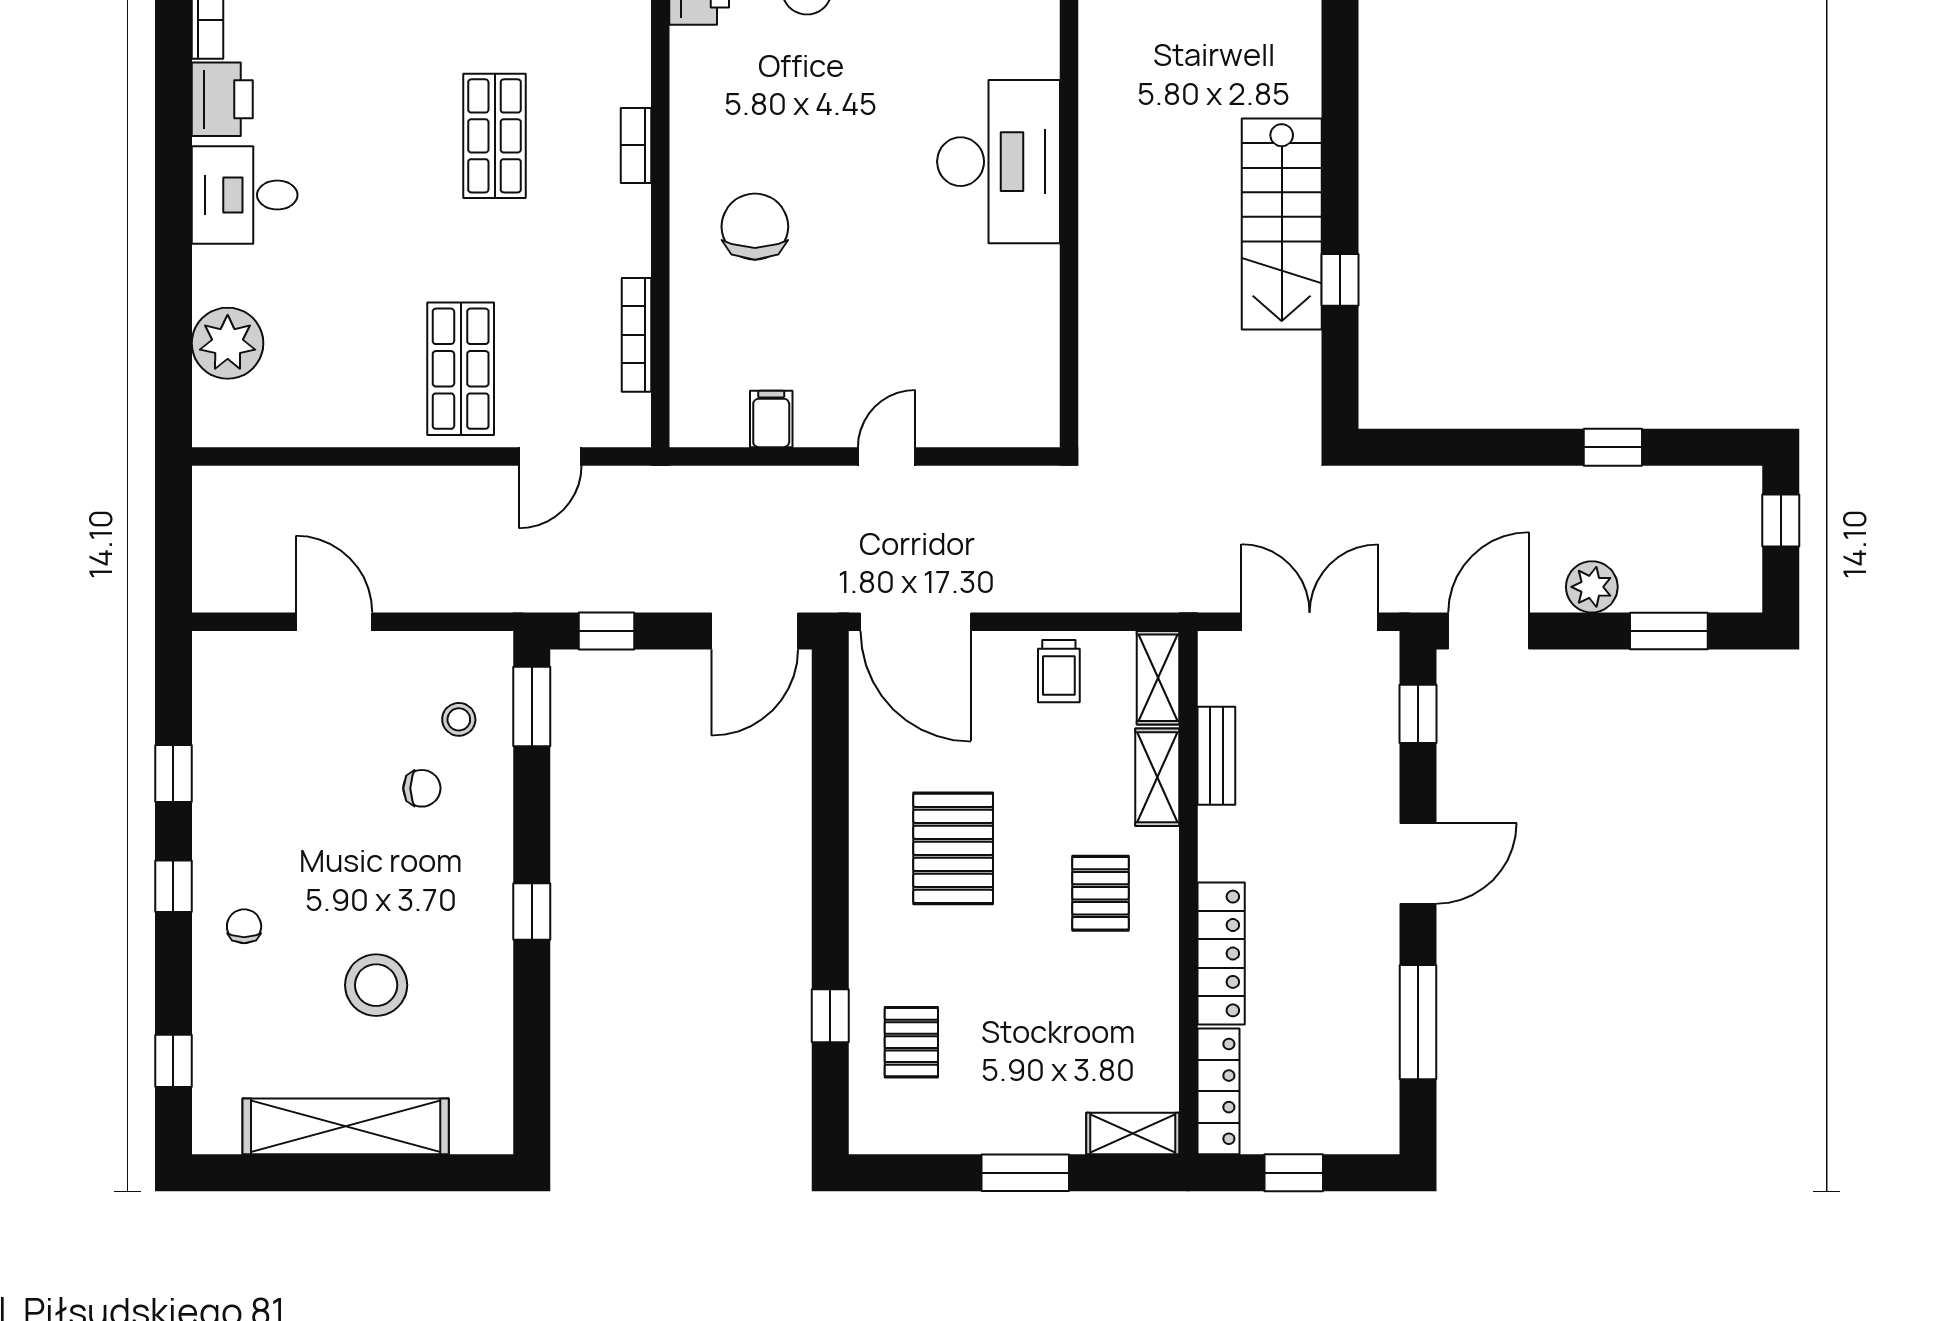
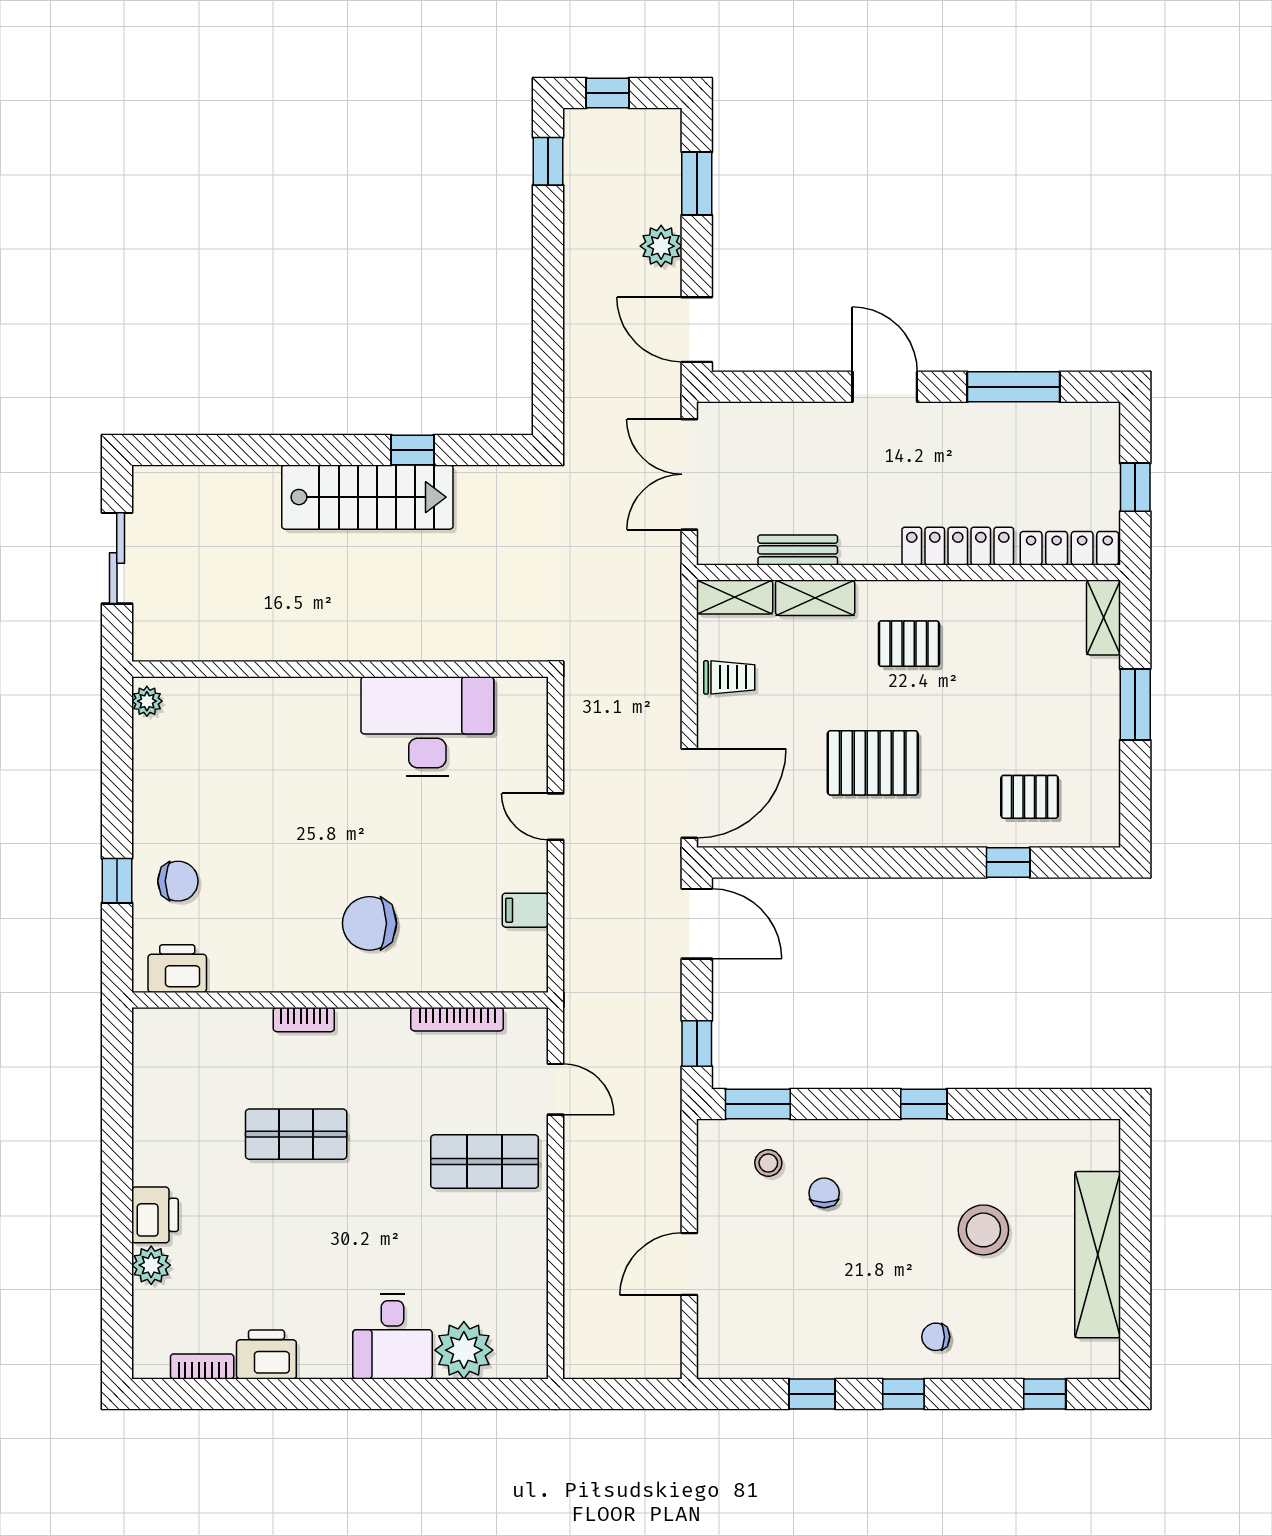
desk: (999, 162) -> (427, 726), moved
desk: (245, 195) -> (392, 1336), moved
window: (1613, 447) -> (548, 161), moved
window: (1418, 714) -> (764, 387), removed

